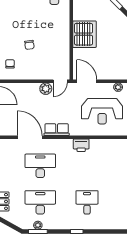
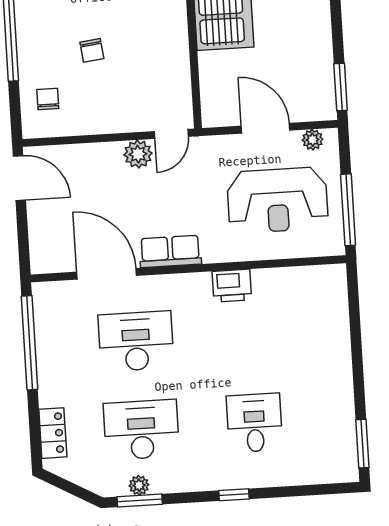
door: (87, 81) -> (265, 128), moved

